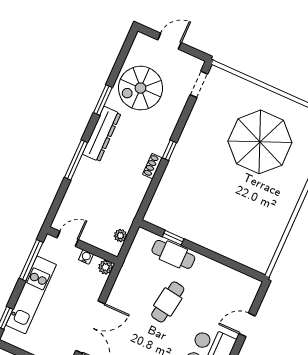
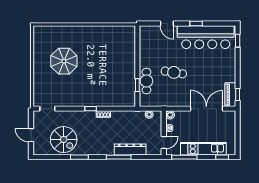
dresser: (102, 134) -> (130, 150), moved
parasol: (260, 142) -> (64, 61), width x0.73, depth x0.73
door: (68, 239) -> (164, 143), swing flipped

